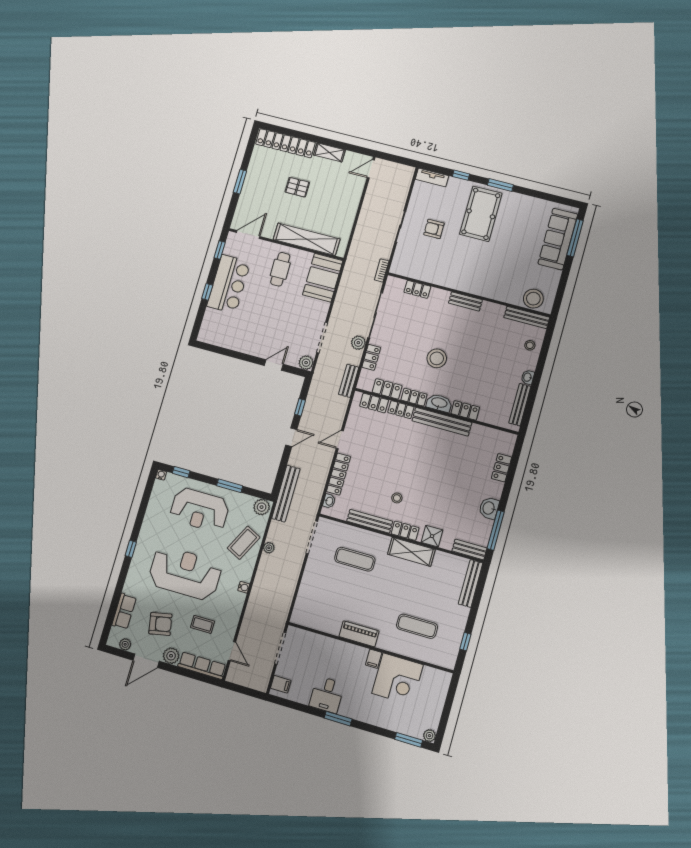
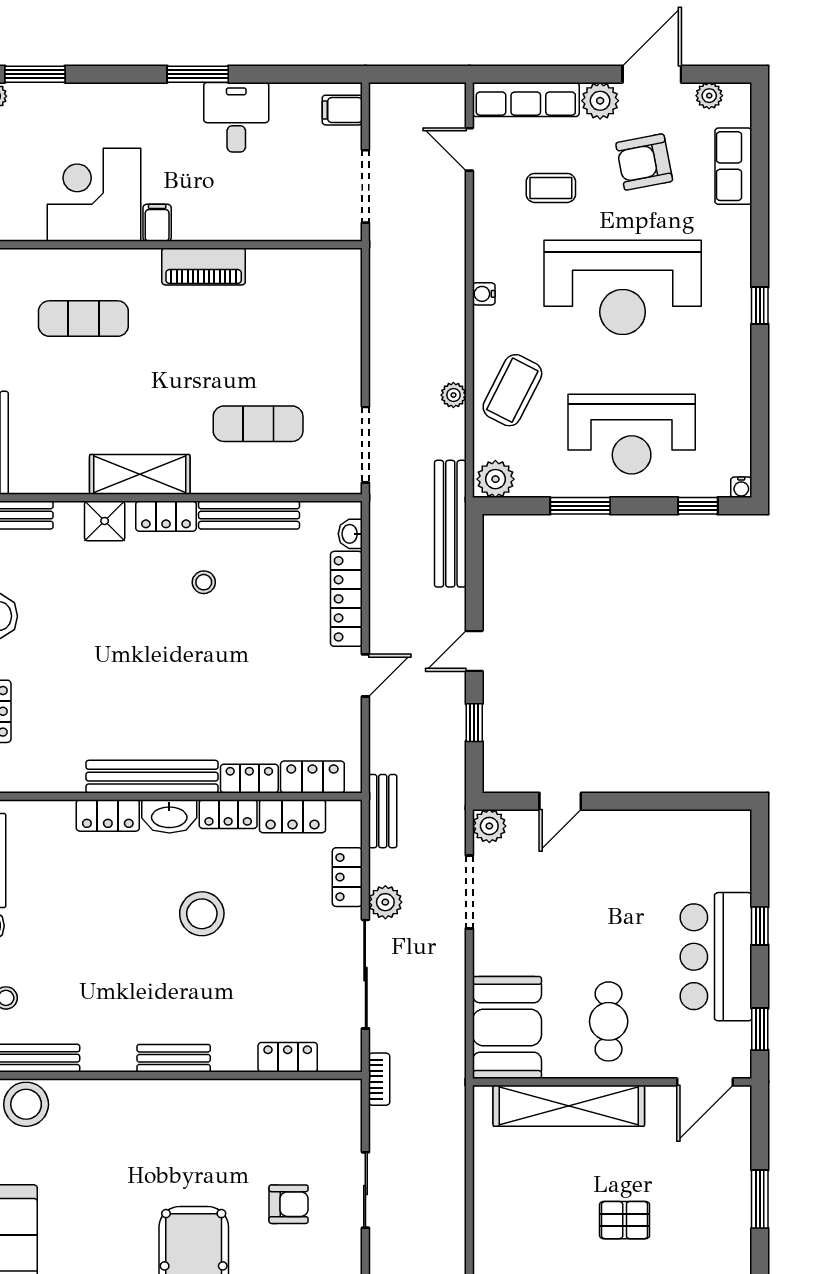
reception desk: (200, 510) -> (632, 434), turned 180

